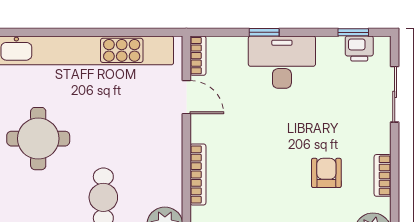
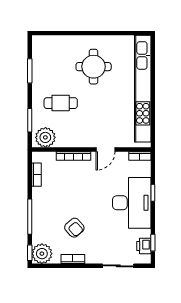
desk: (282, 62) -> (132, 203), width x1.36, depth x1.30
door: (186, 97) -> (106, 149), moved
armchair: (326, 173) -> (74, 228), turned 48

